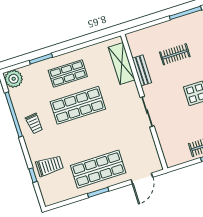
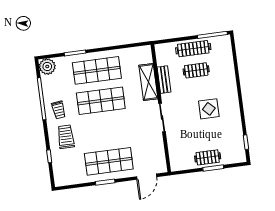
clothes rail: (168, 31) -> (193, 49), added
shelving: (122, 64) -> (148, 82), moved
shop shelf: (68, 73) -> (97, 70), width x1.43, depth x1.36
trolley: (50, 166) -> (66, 137), moved, turned -90

